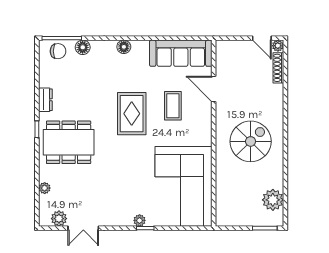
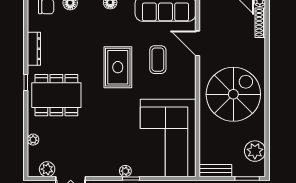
dresser: (45, 100) -> (34, 49), width x1.44
spiral stairs: (251, 141) -> (233, 94), width x1.37, depth x1.37
bench: (232, 220) -> (215, 171), added

